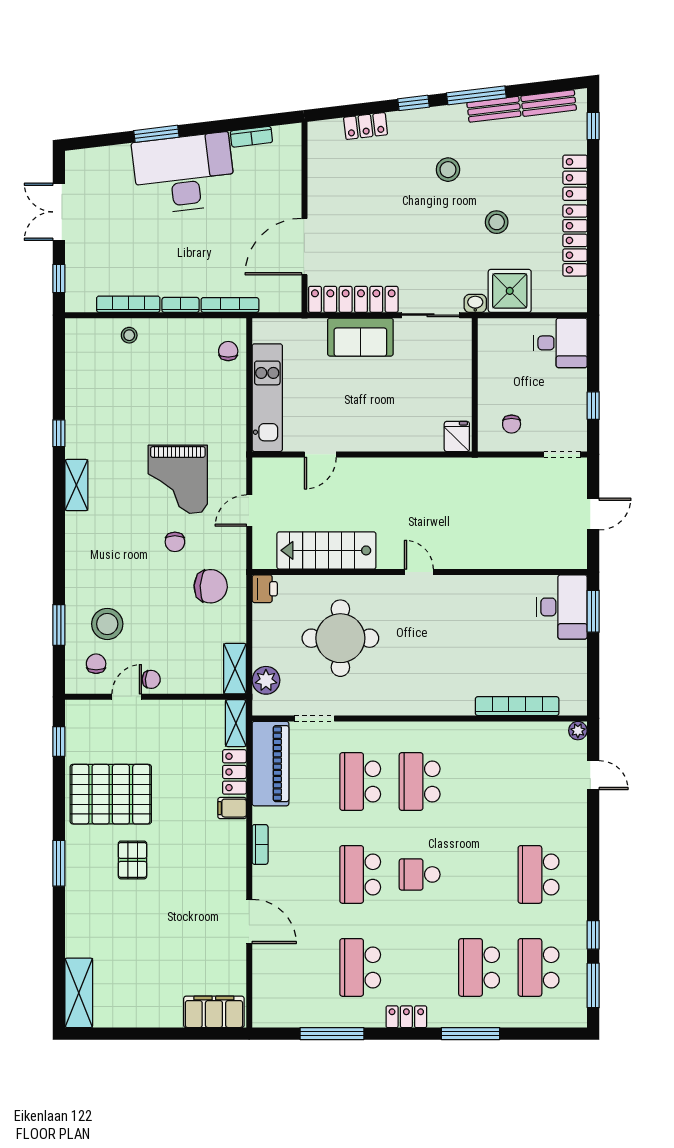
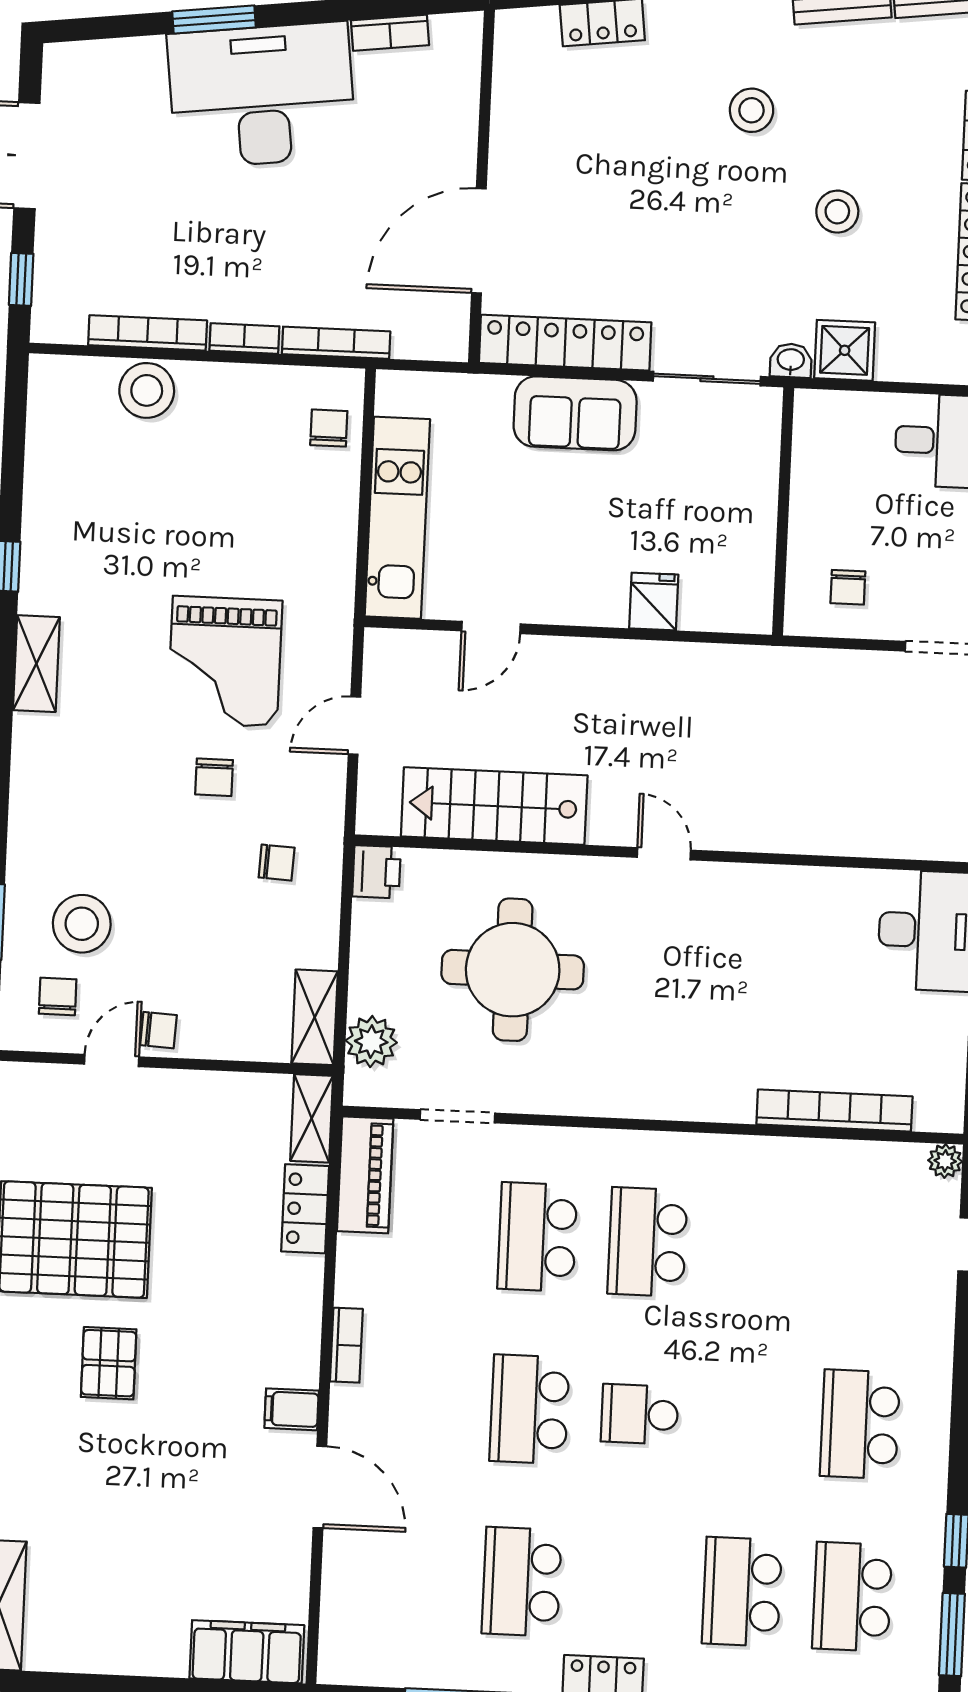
shower: (510, 291) -> (845, 350), width x0.73, depth x0.73
stool: (129, 335) -> (147, 390), width x1.89, depth x1.89
fridge: (457, 436) -> (654, 602), moved
chair: (211, 586) -> (277, 863), width x0.54, depth x0.54
piano: (270, 764) -> (365, 1175), width x0.73, depth x0.75
filing cabinet: (232, 808) -> (292, 1409), moved

